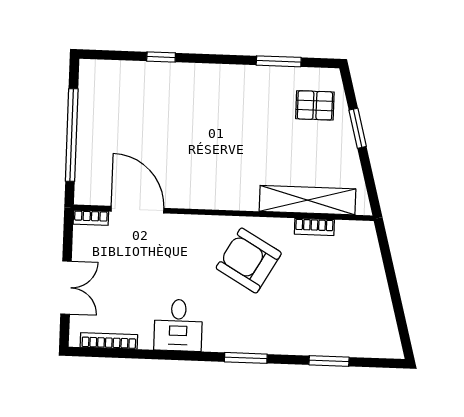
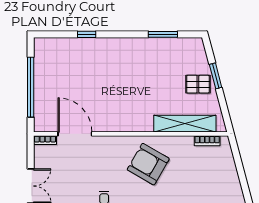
pallet: (315, 105) -> (198, 84), moved
bookcase: (314, 227) -> (207, 141), moved

